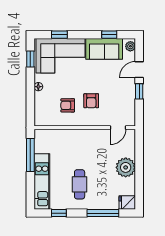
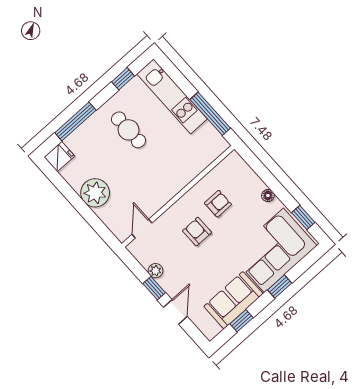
window: (59, 35) -> (280, 287), moved
plant: (130, 46) -> (156, 271), moved

